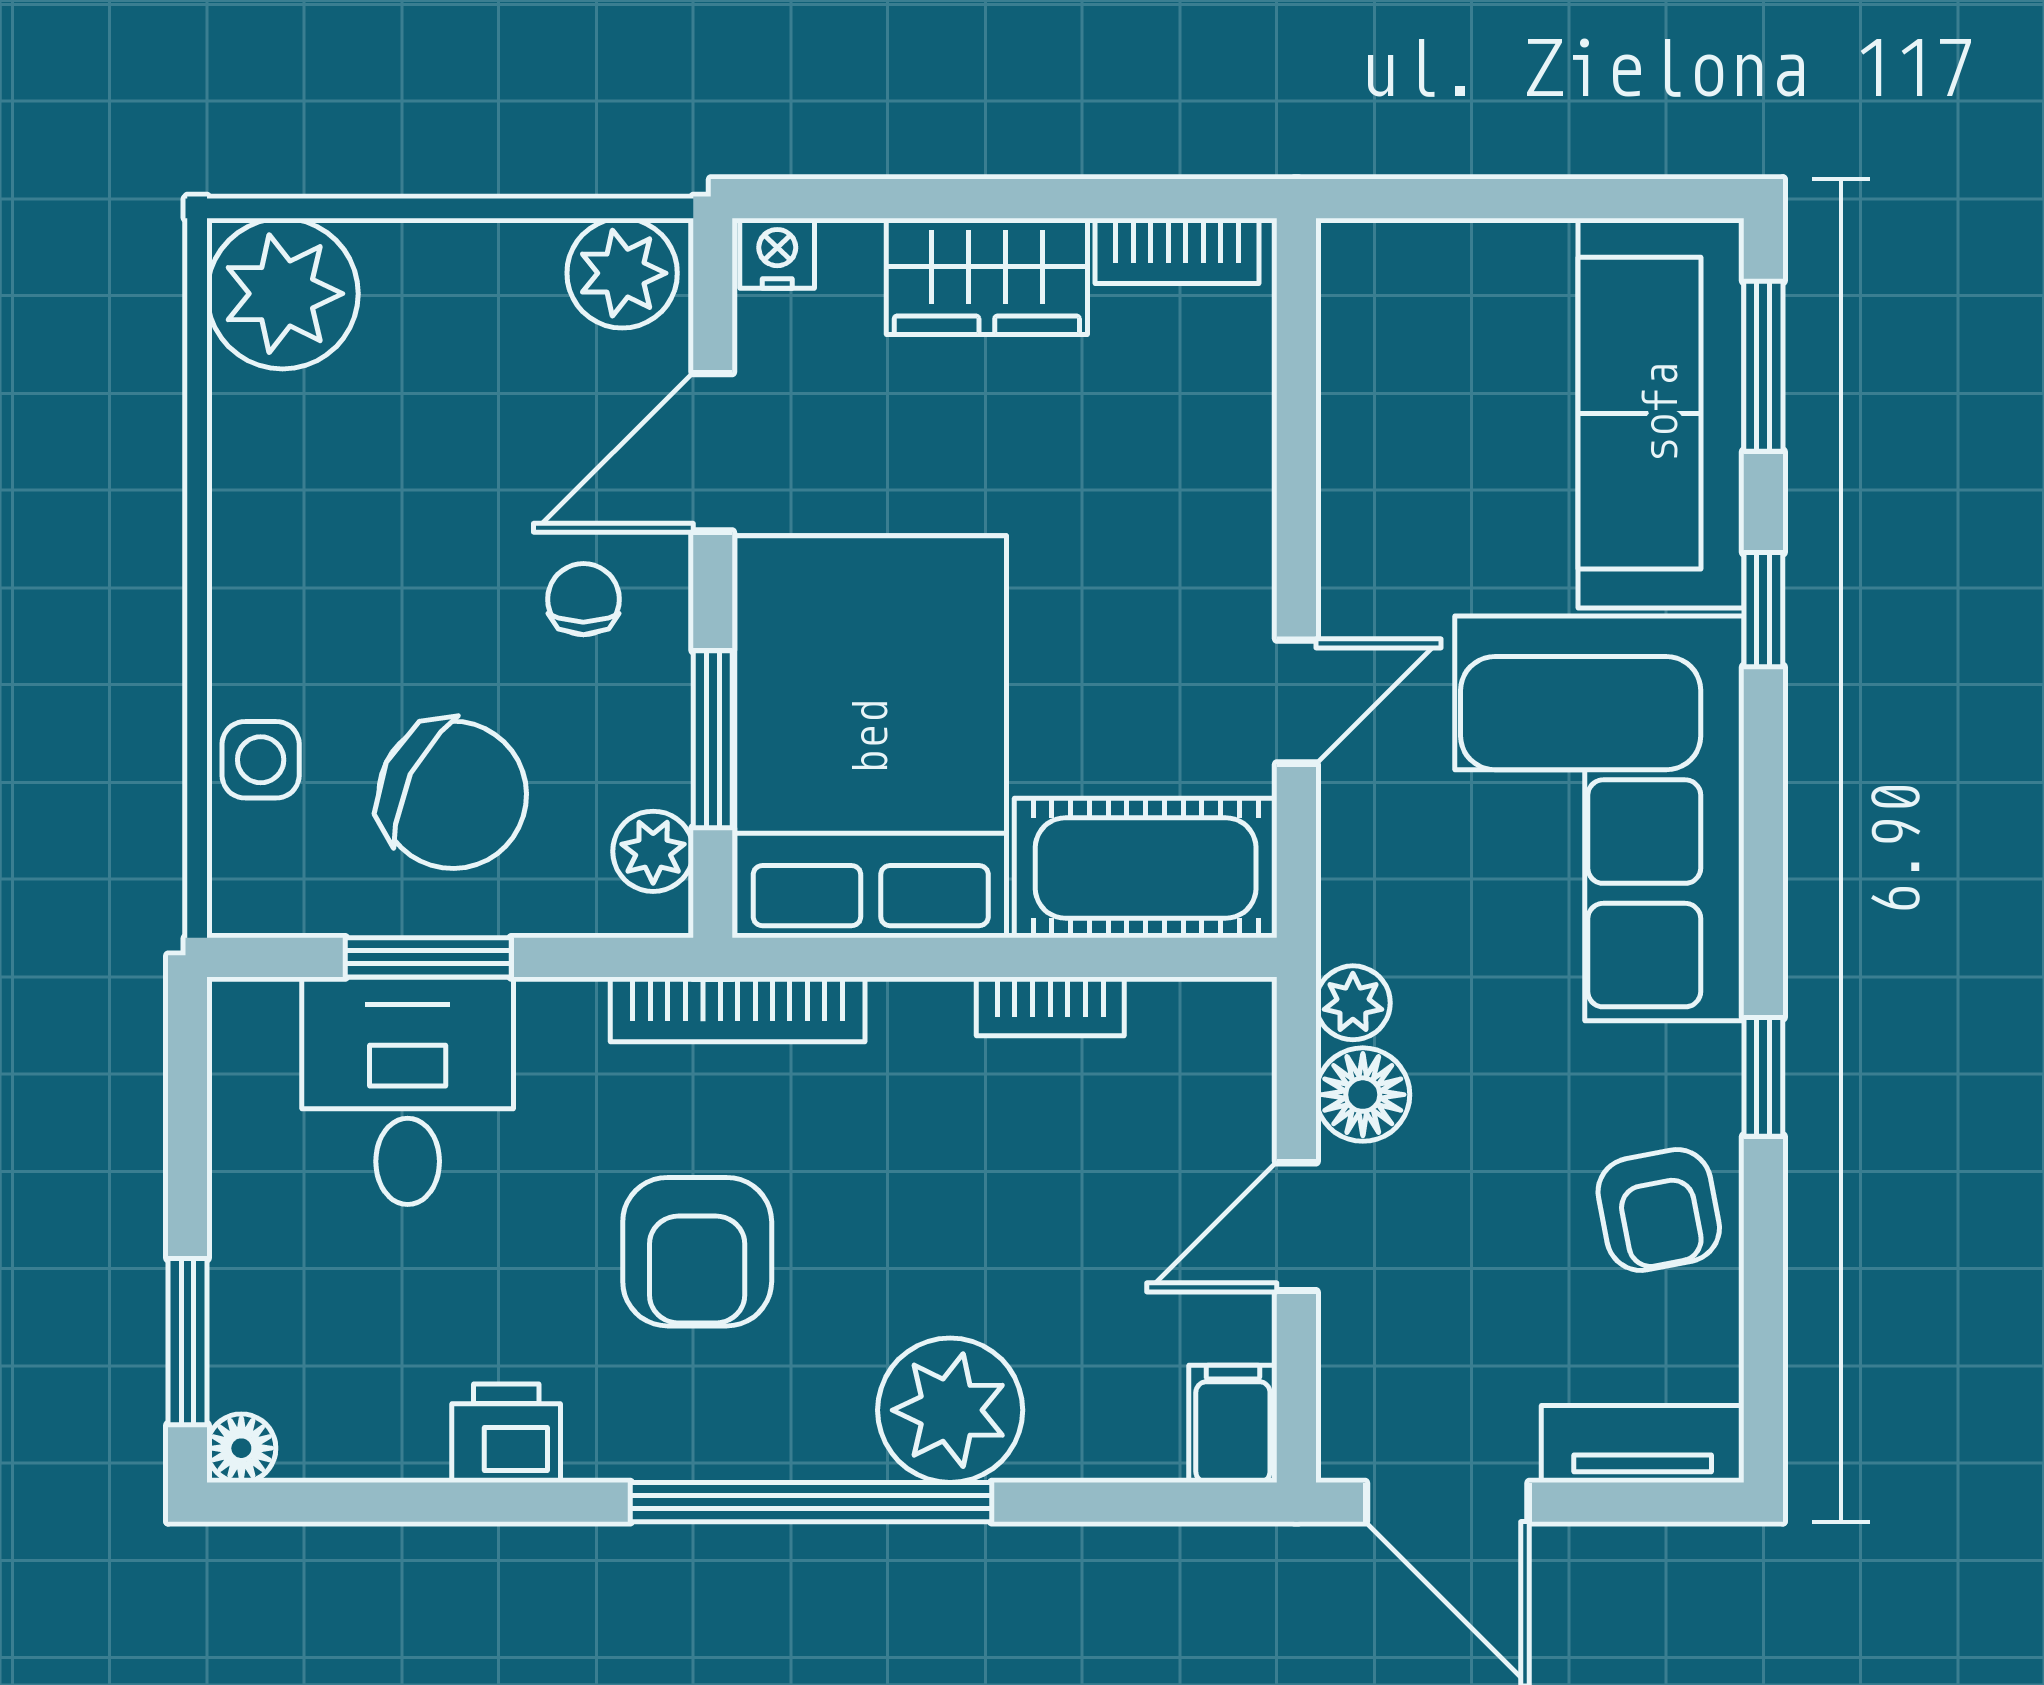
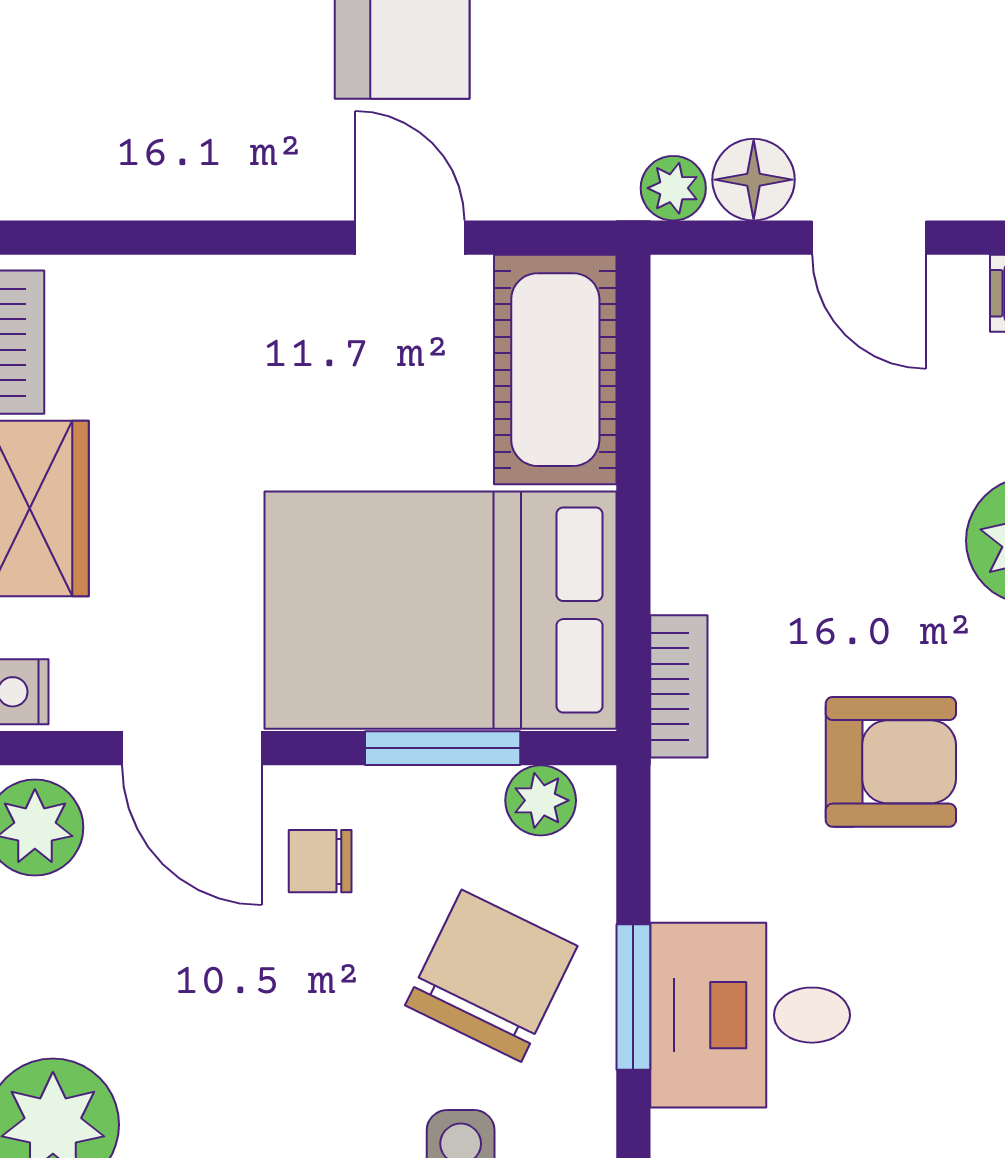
bookcase: (1050, 1006) -> (676, 453), removed
bookcase: (738, 1009) -> (679, 686), width x0.64

